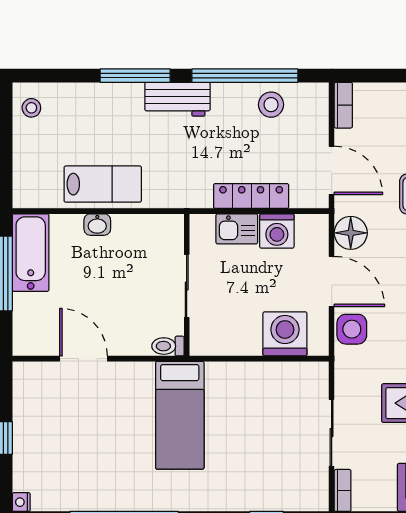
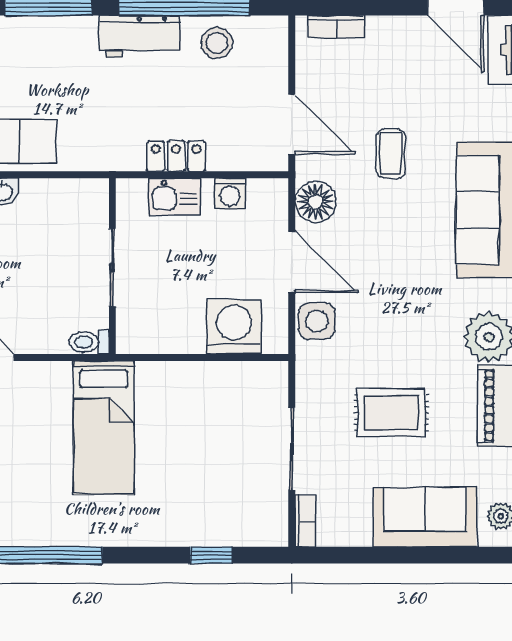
workbench: (177, 99) -> (140, 36), moved
bookcase: (343, 105) -> (336, 27), moved, turned 90
locker: (251, 196) -> (176, 156), width x0.66
washing machine: (277, 231) -> (230, 194), width x0.73, depth x0.73

